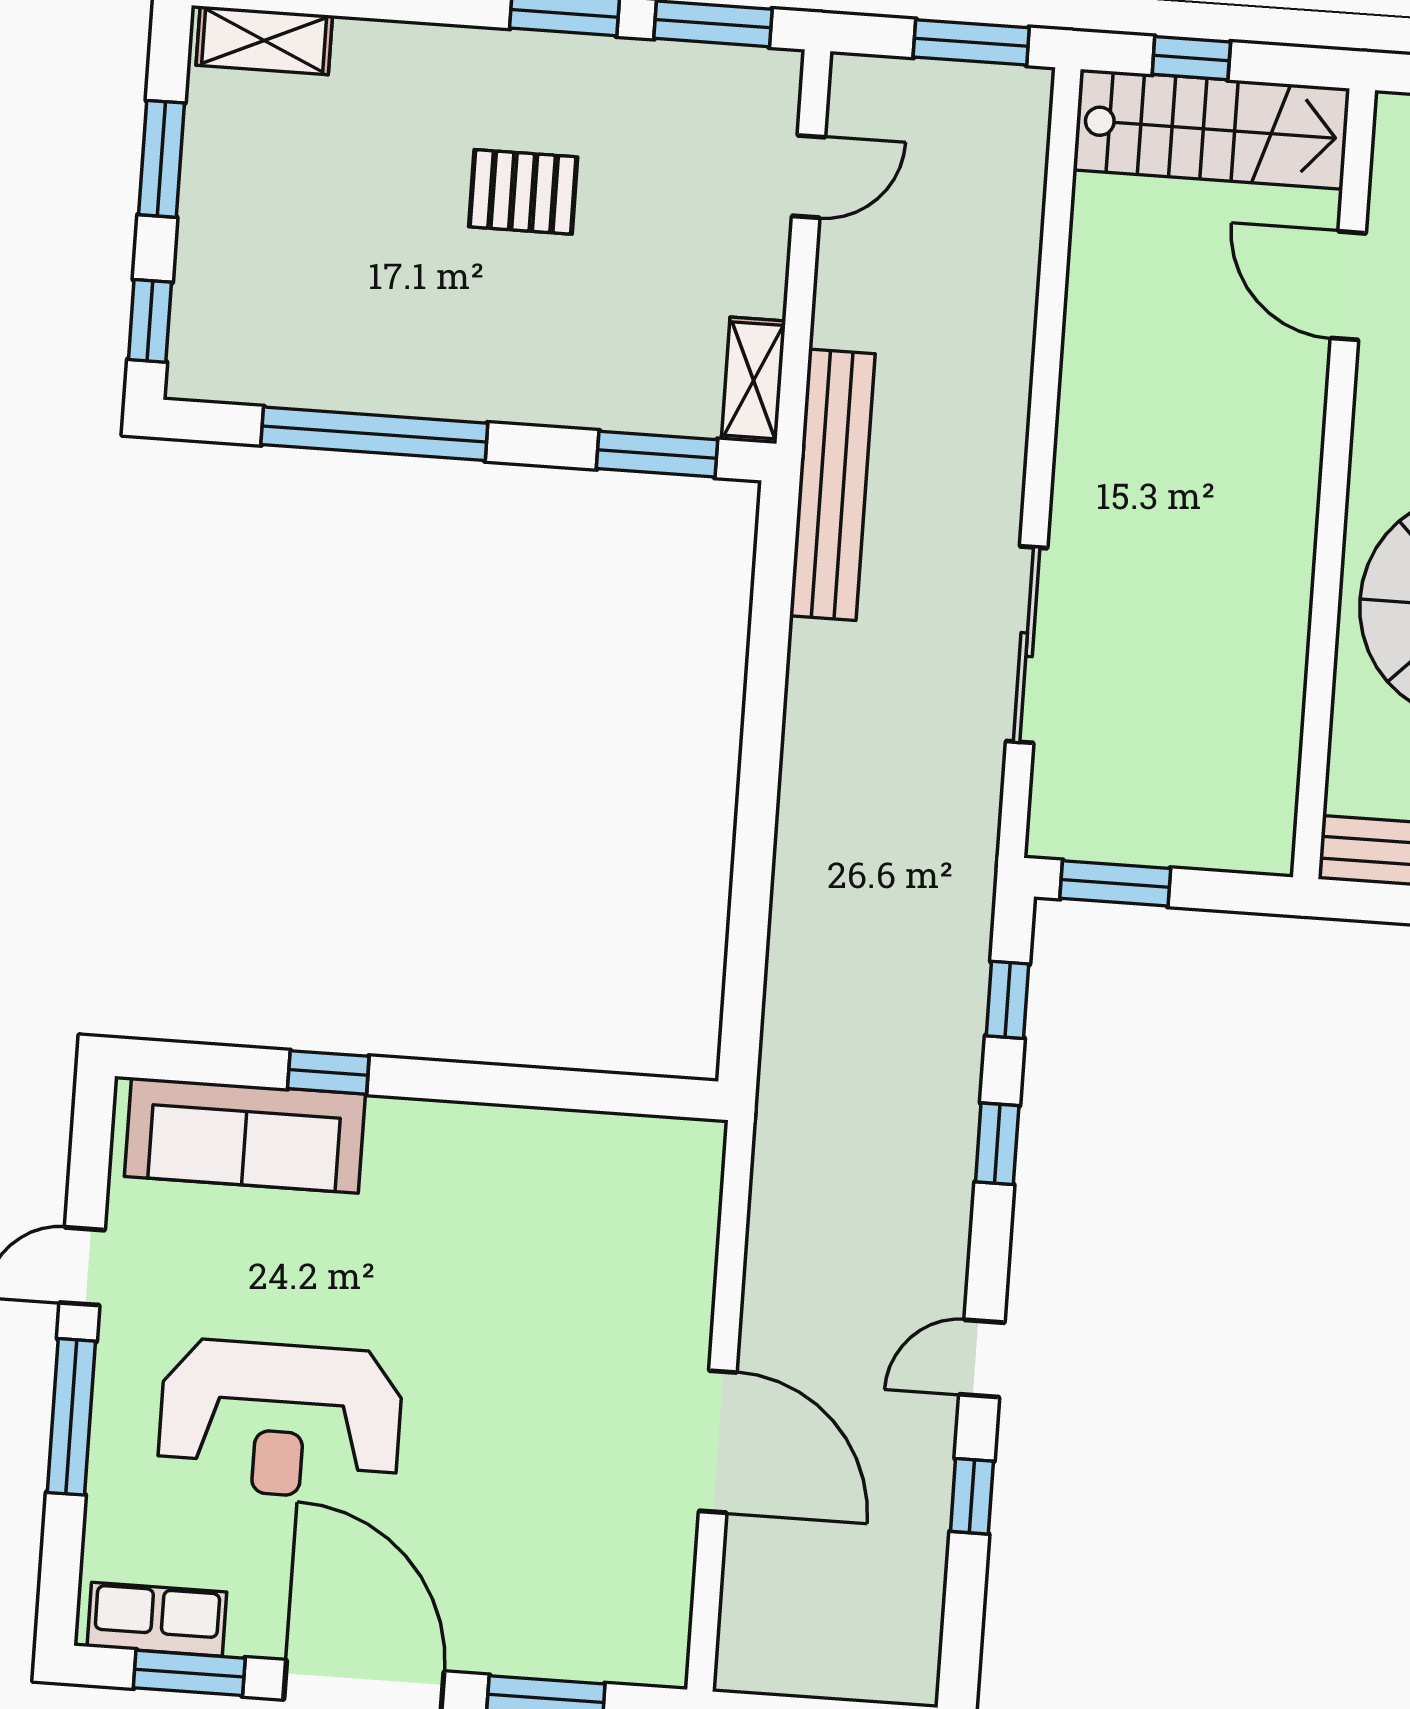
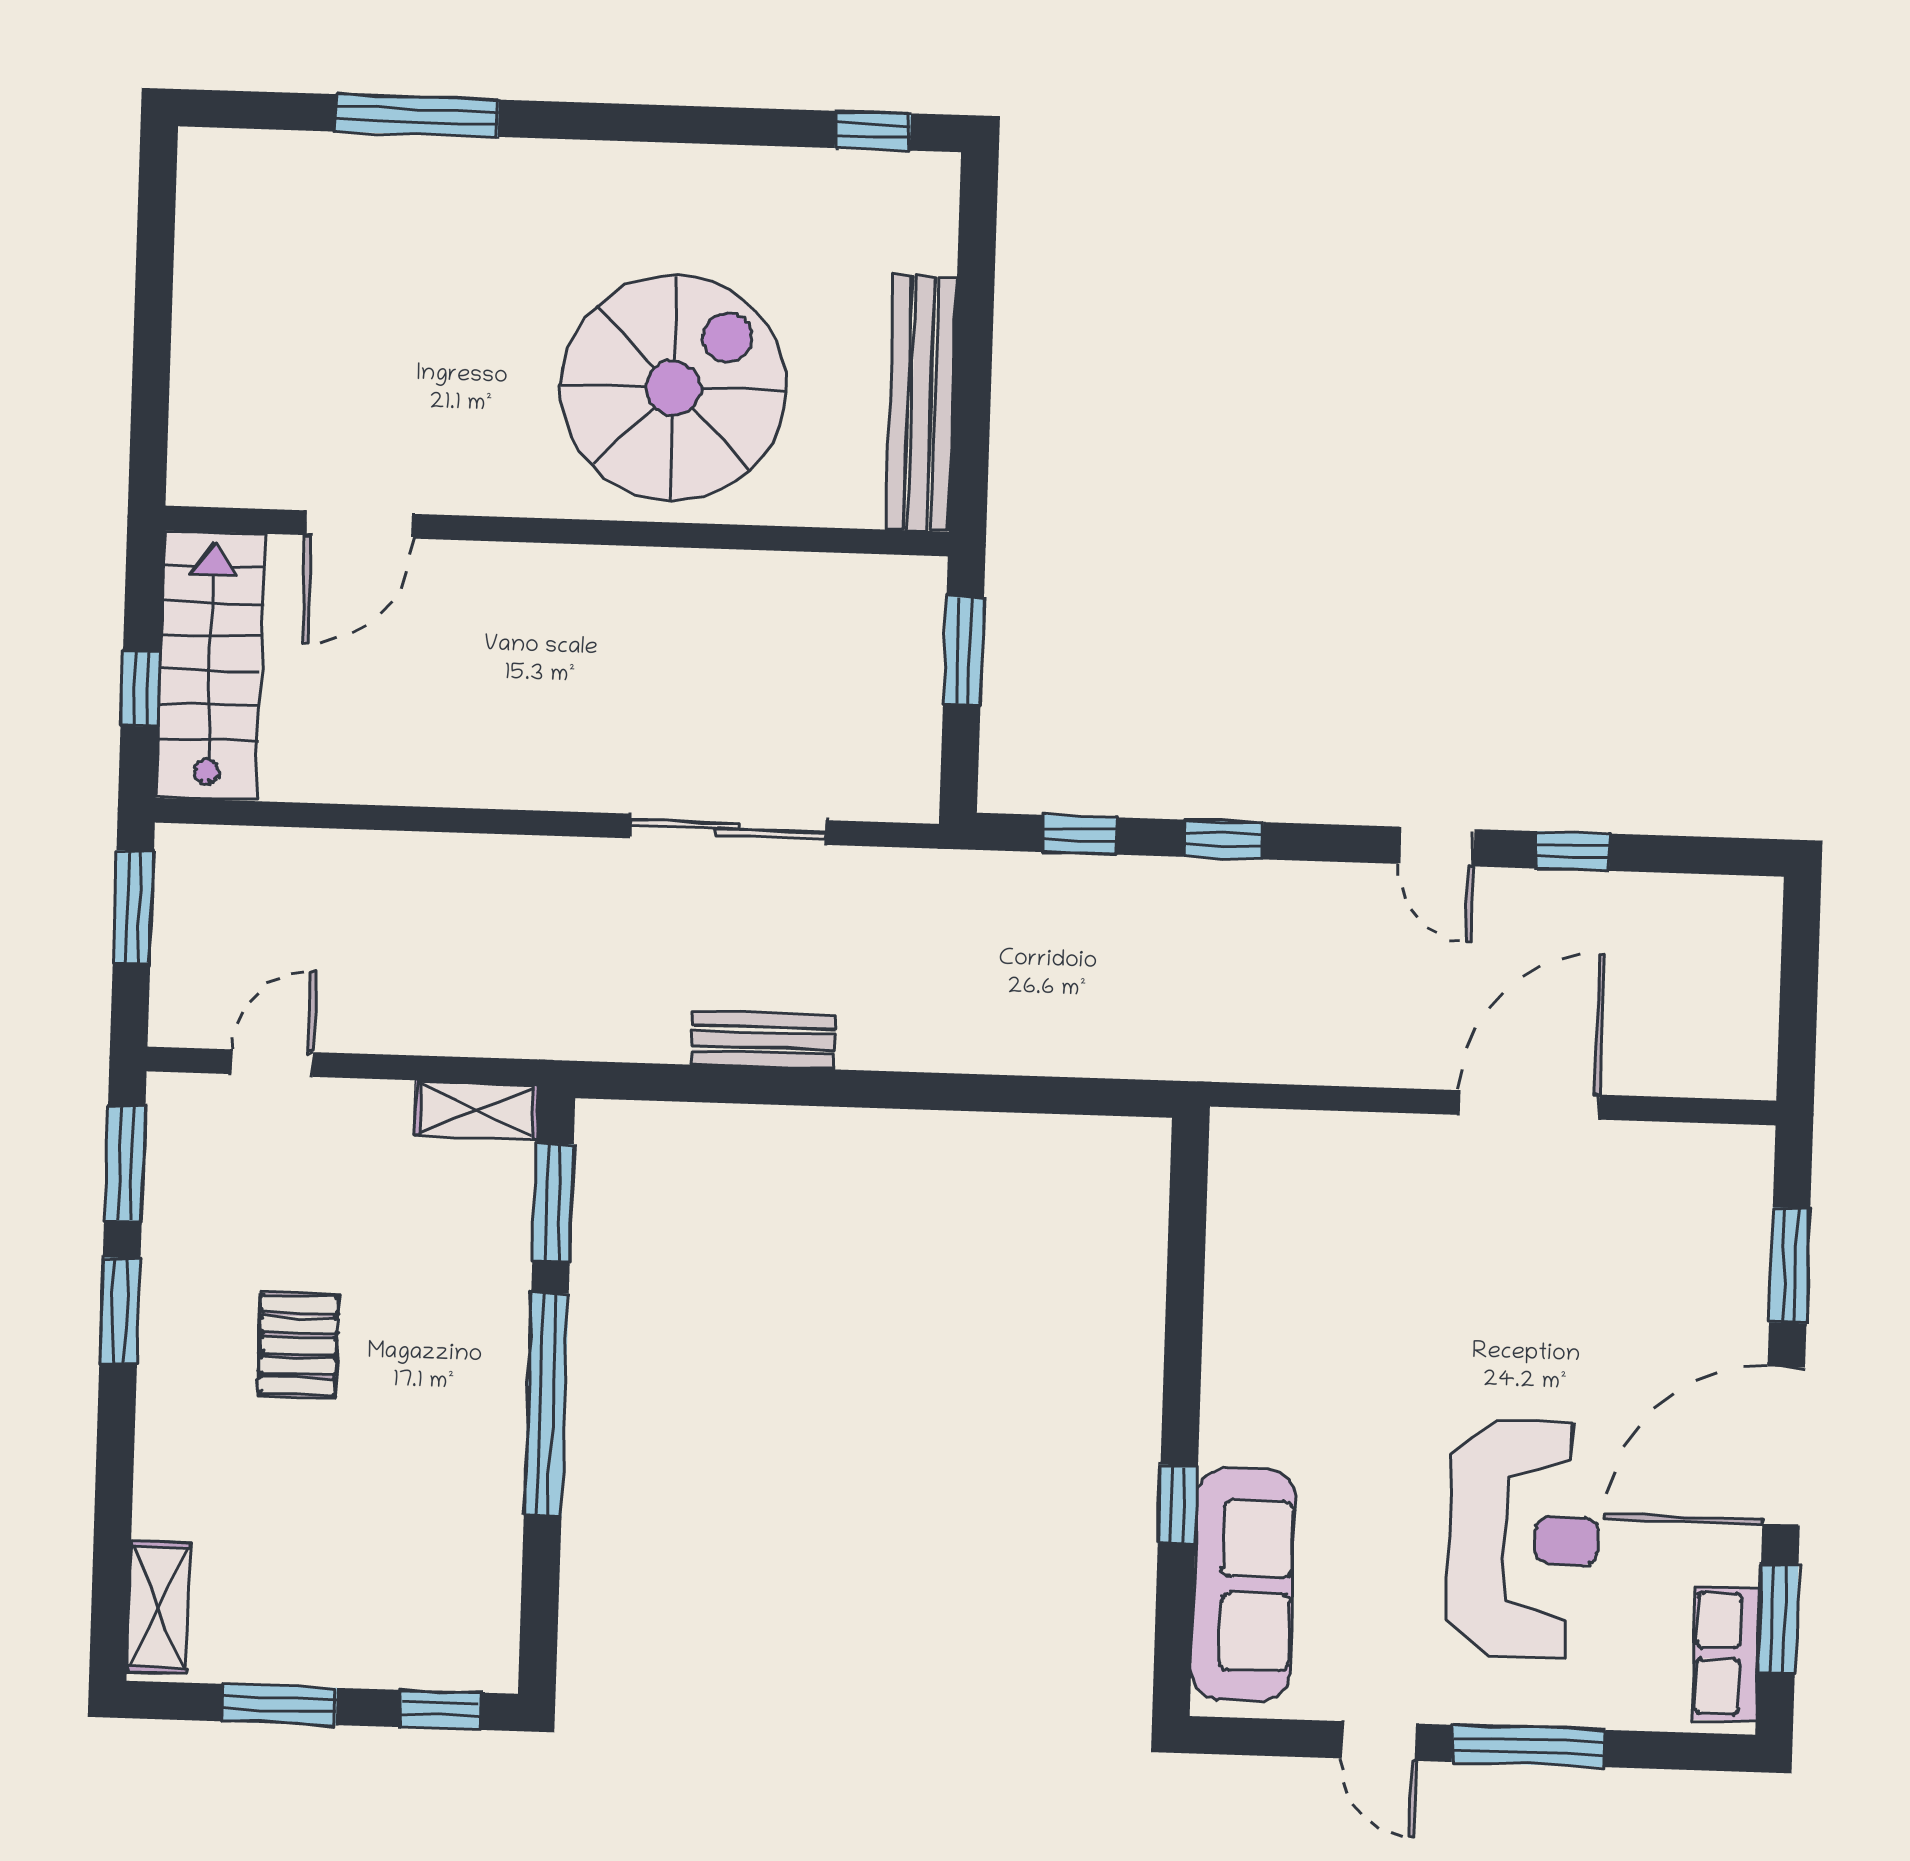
door: (808, 176) -> (272, 1063), hinge flipped
window: (374, 434) -> (546, 1405), moved
bench: (832, 485) -> (763, 1040), moved, width x0.54, depth x0.82
window: (1115, 883) -> (963, 650), moved

